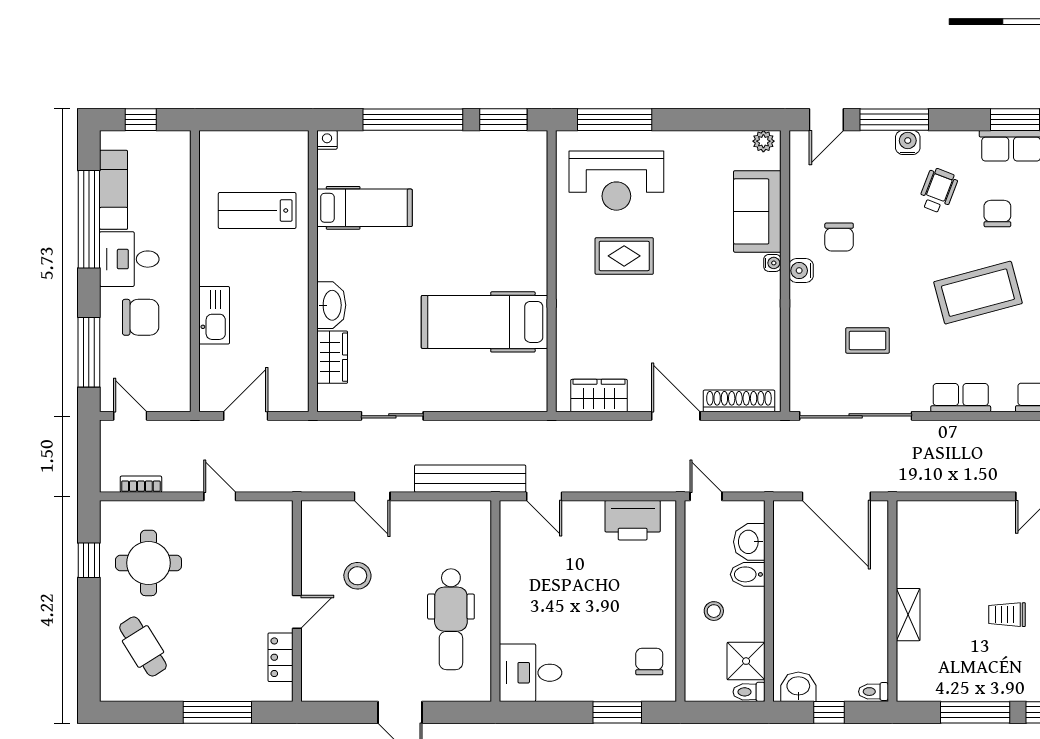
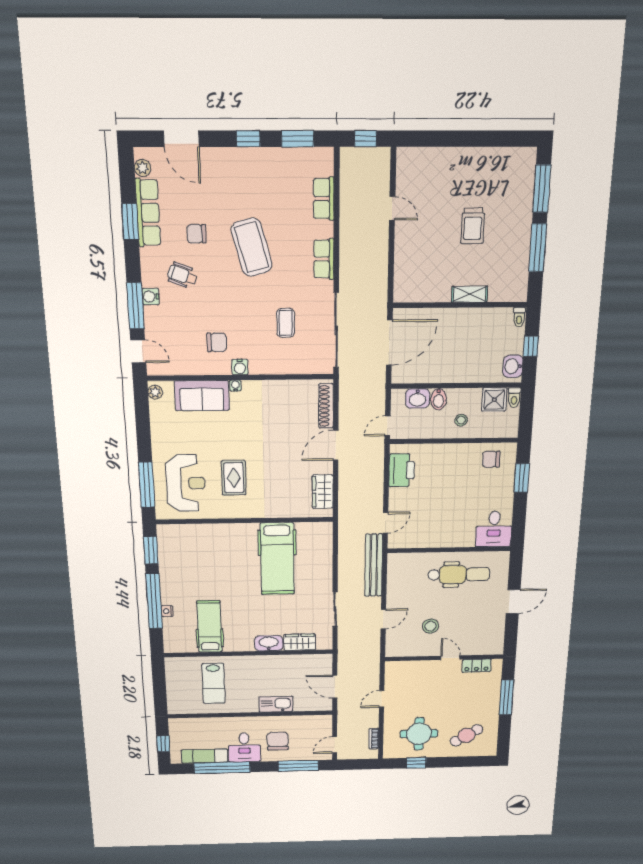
nightstand: (327, 140) -> (167, 611), moved
trolley: (1007, 615) -> (473, 226), width x1.36, depth x1.39

